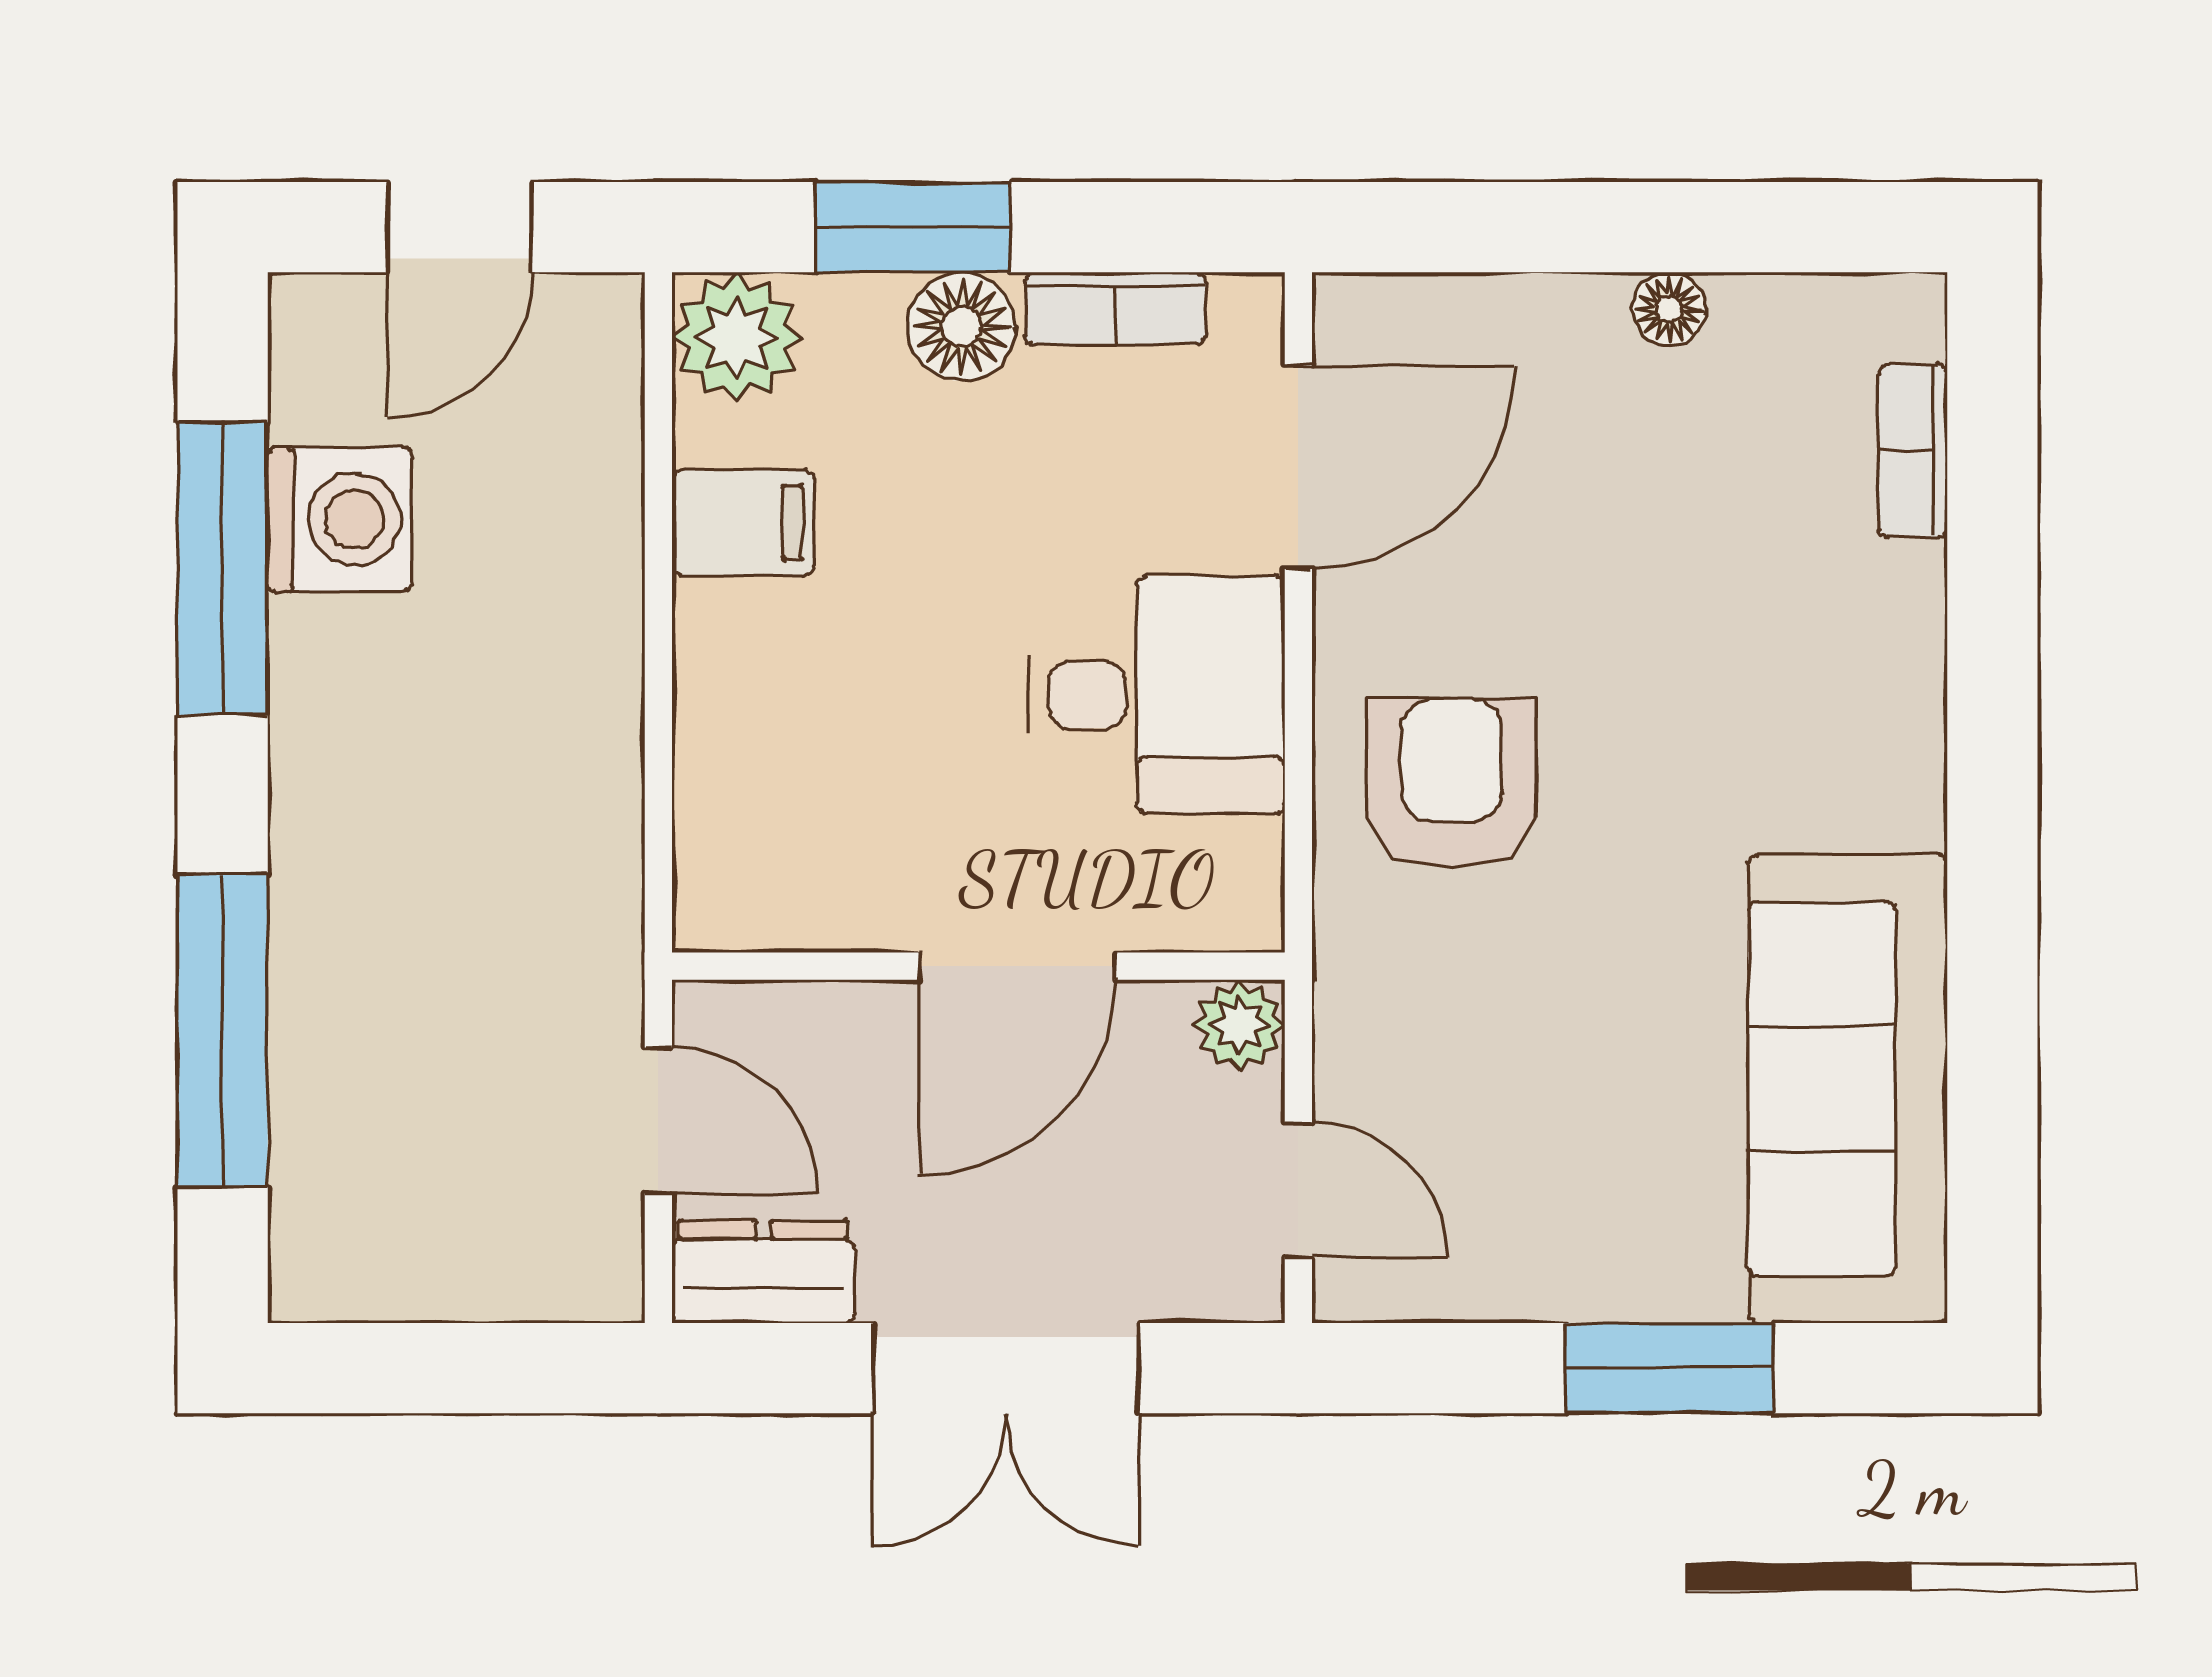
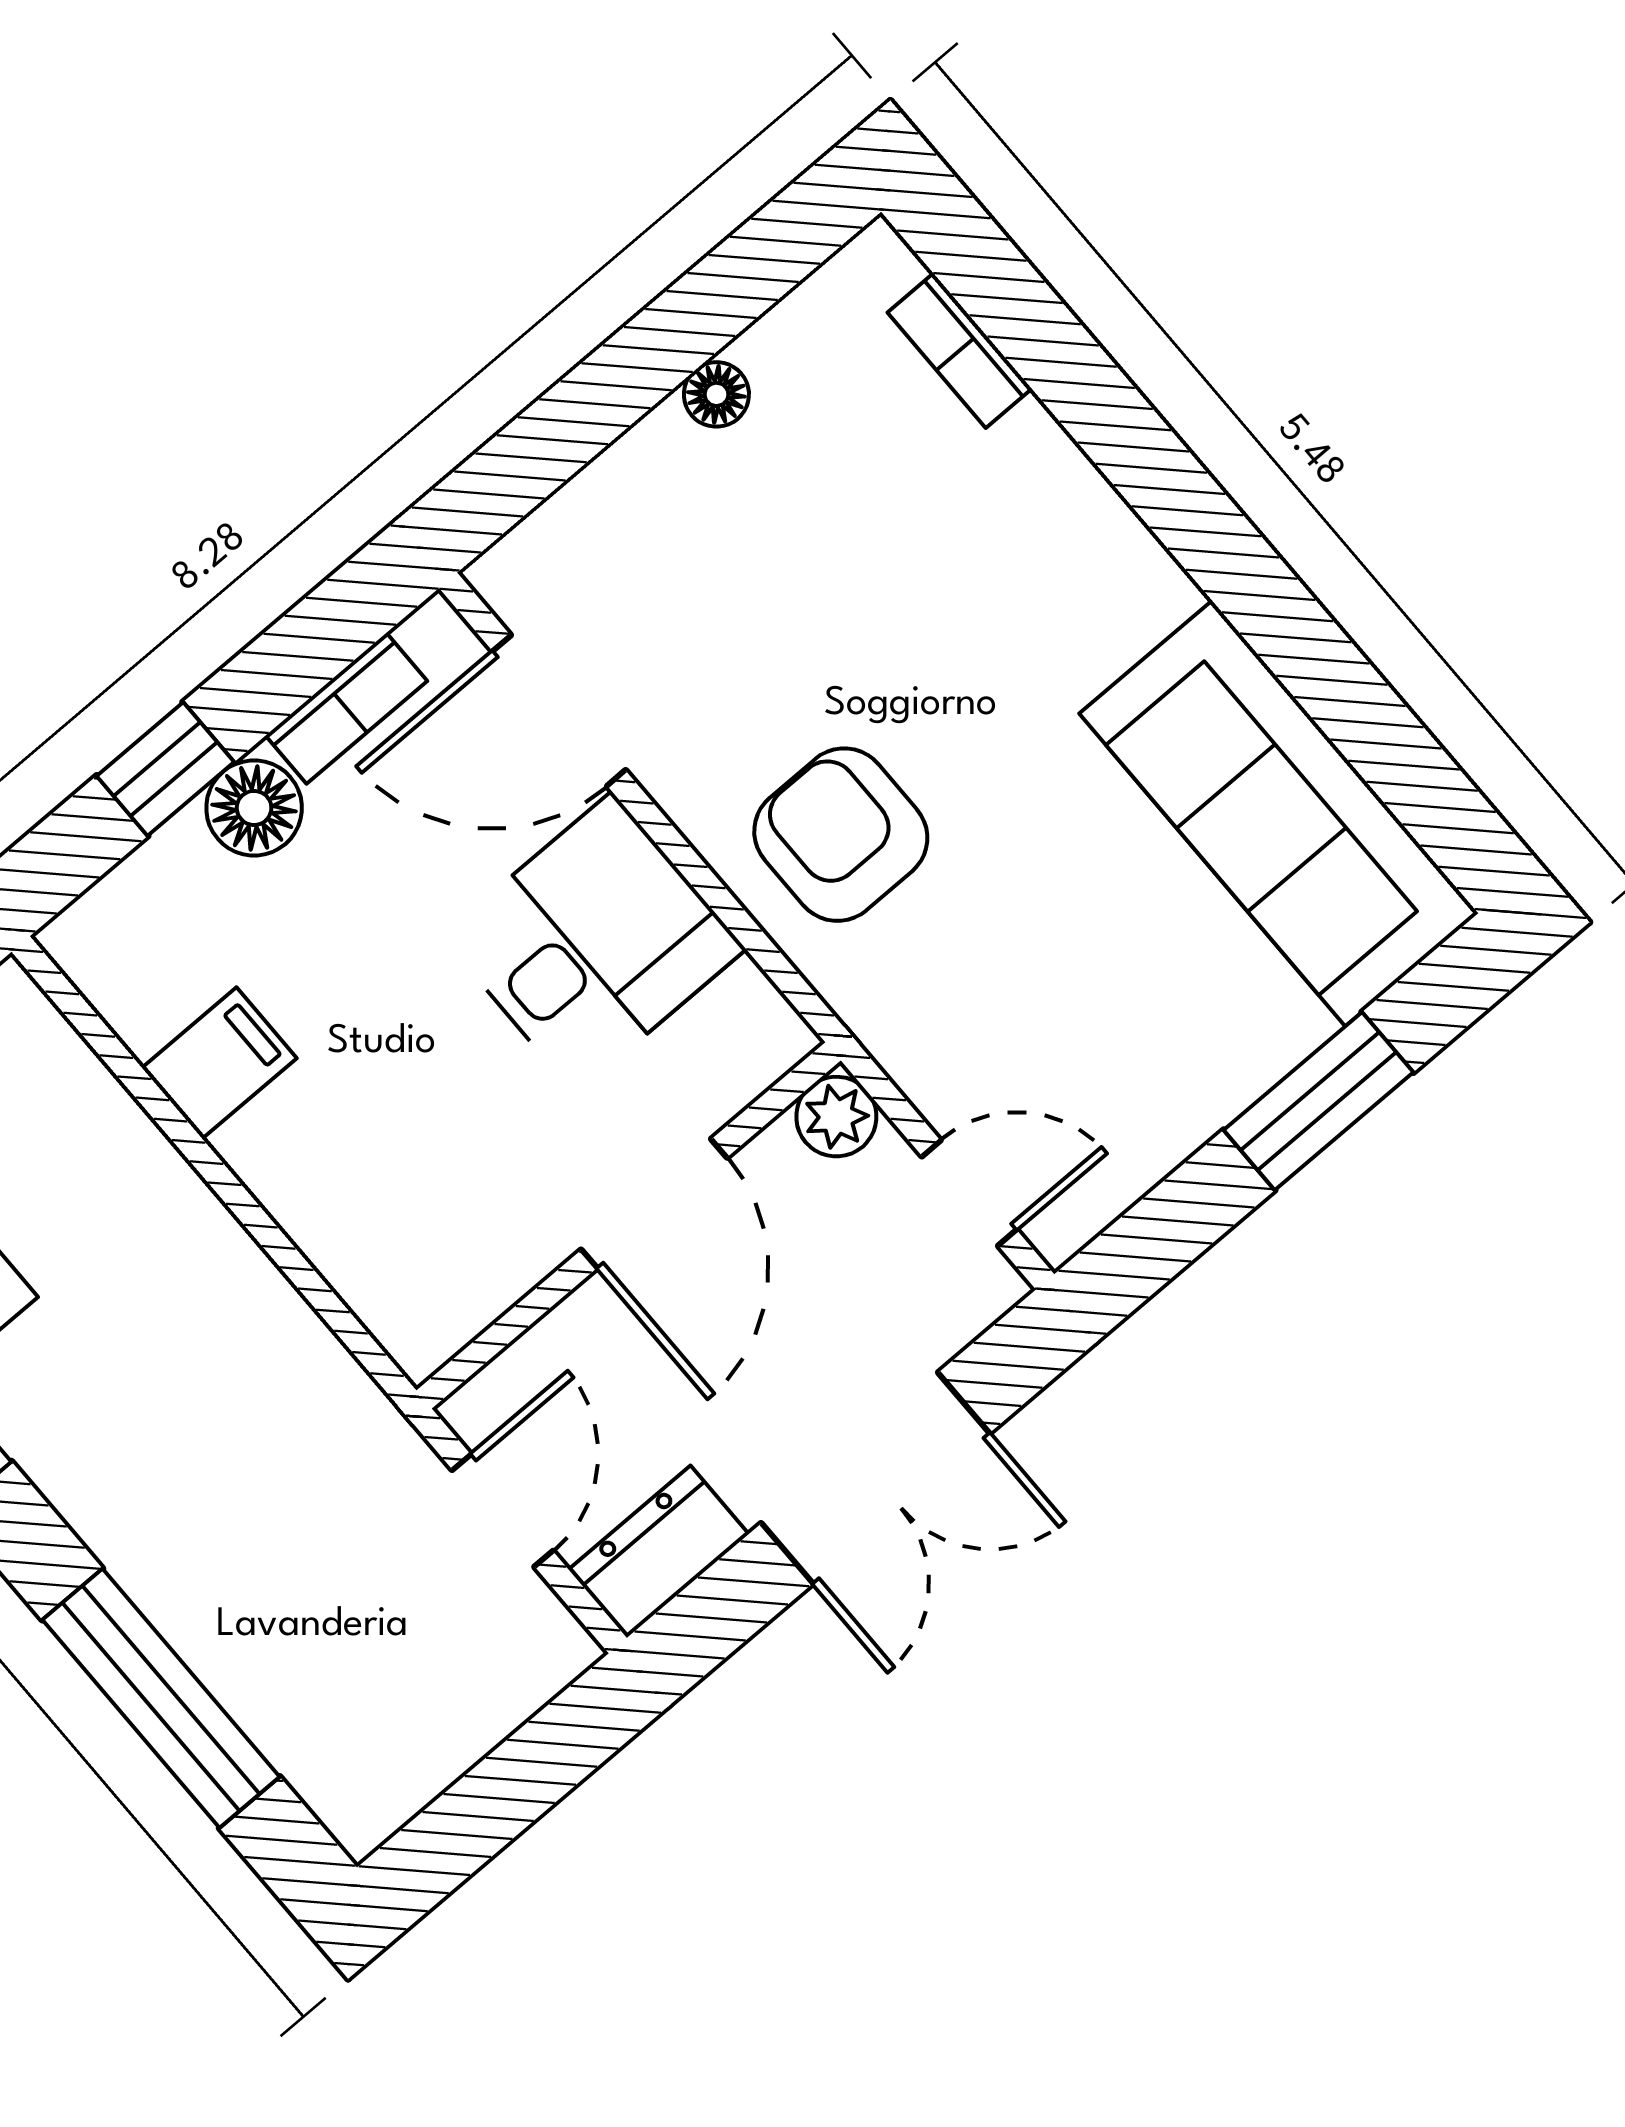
window: (913, 227) -> (165, 769), width x0.67
plant: (737, 337) -> (110, 943), removed
door: (1298, 467) -> (559, 711), swing flipped
door: (658, 1120) -> (503, 1510), hinge flipped

